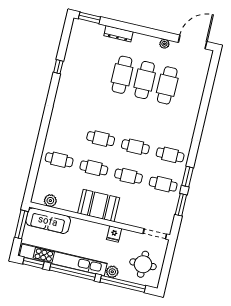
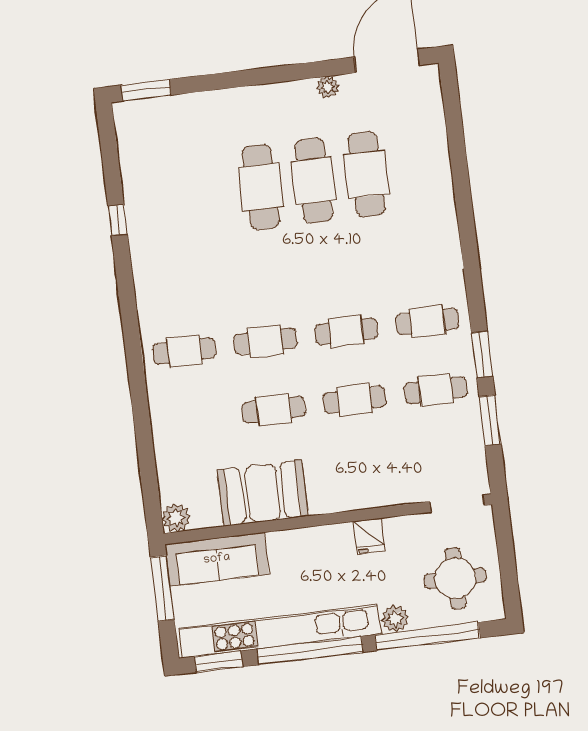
dresser: (118, 34) -> (221, 101), removed
cafe table: (59, 160) -> (184, 351), moved
plant: (50, 201) -> (176, 518), moved
booth: (99, 206) -> (263, 493), moved

